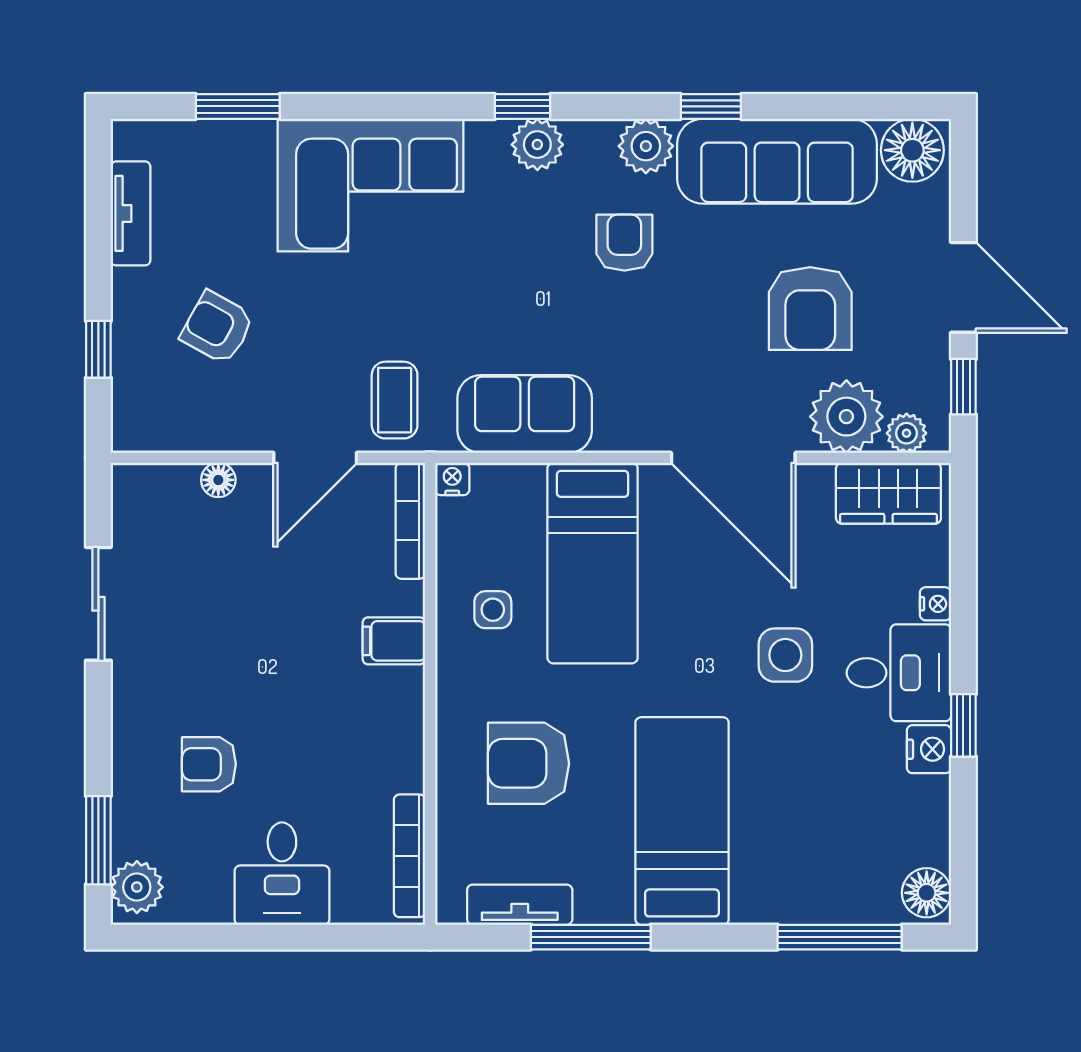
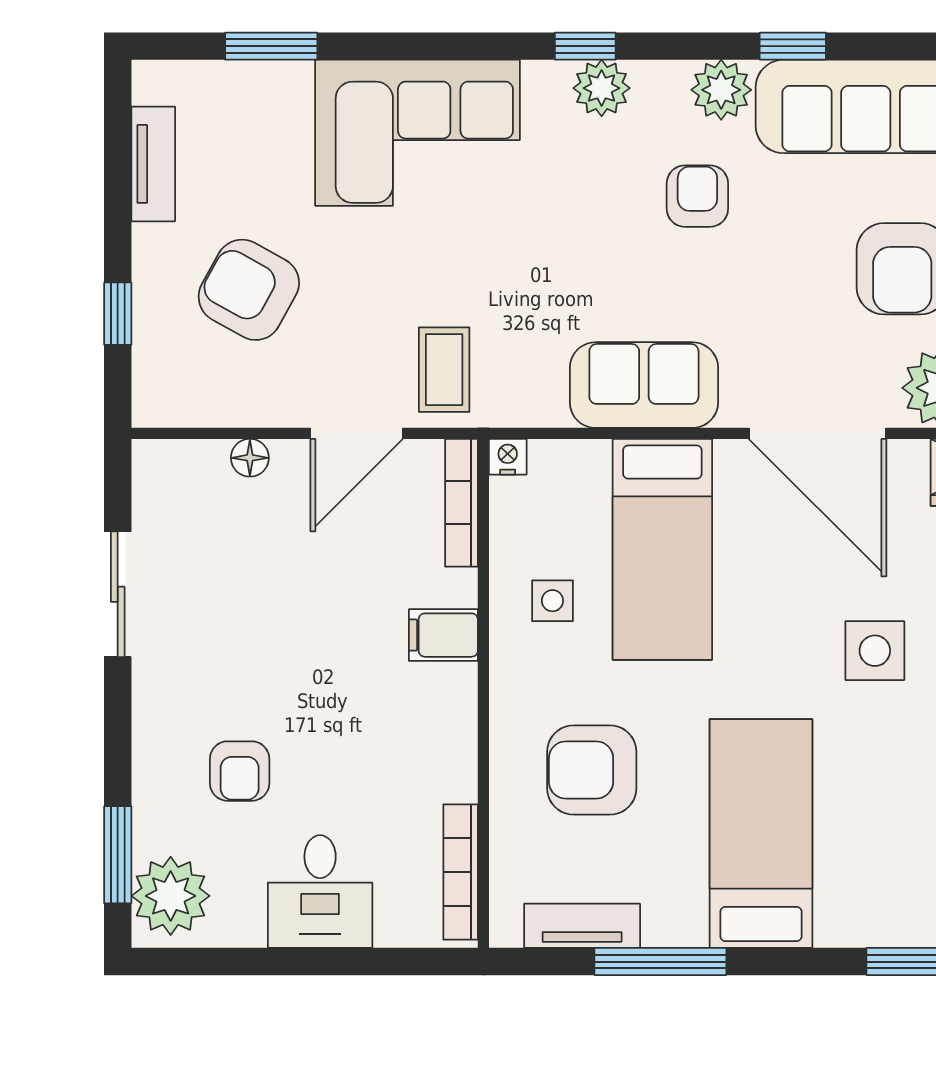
armchair: (217, 328) -> (249, 290), width x1.38, depth x1.38
sofa: (525, 414) -> (644, 385), moved
armchair: (209, 764) -> (240, 771), turned -90
plant: (137, 887) -> (171, 896), width x1.36, depth x1.36

